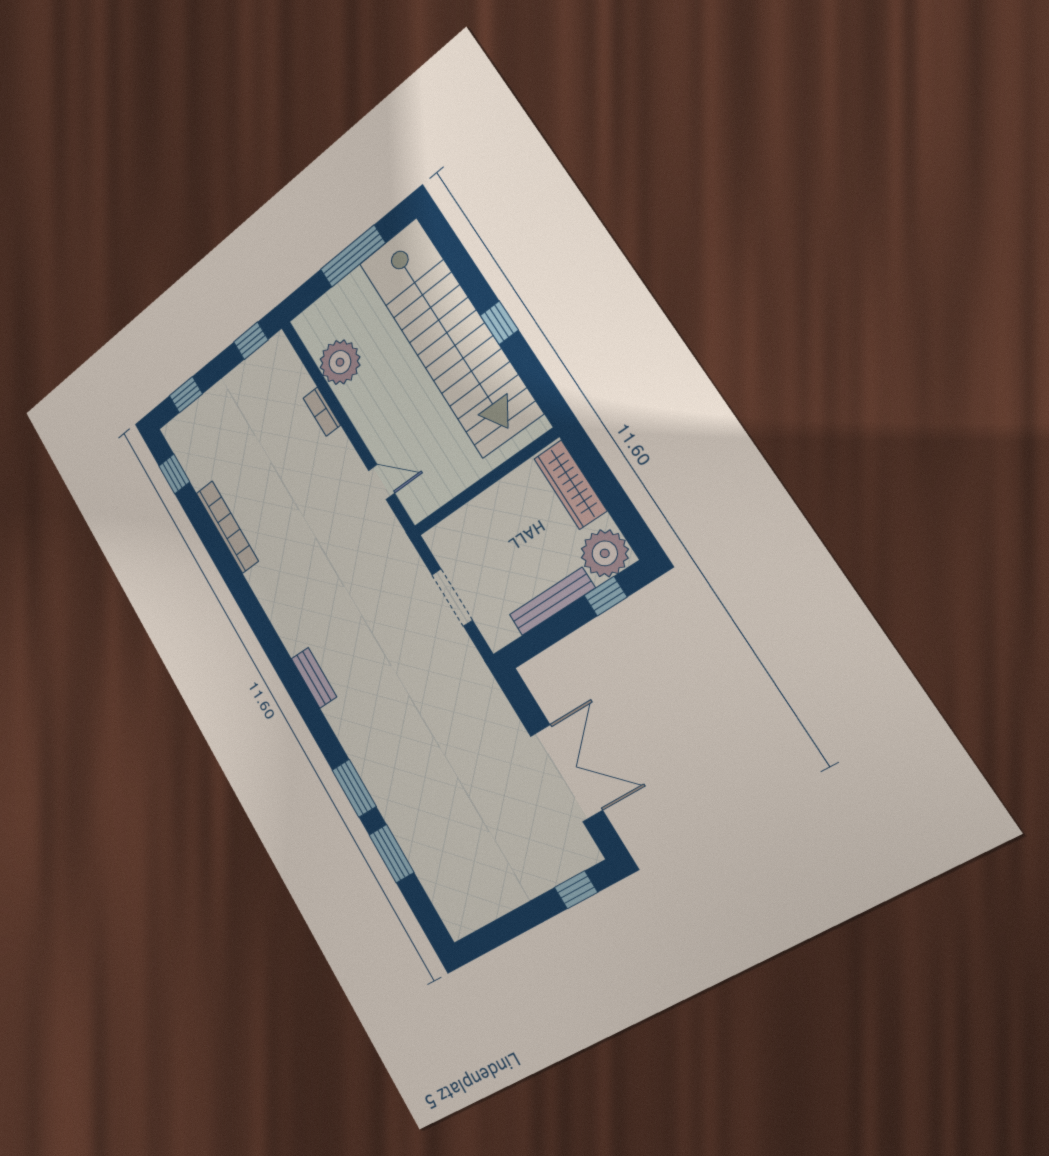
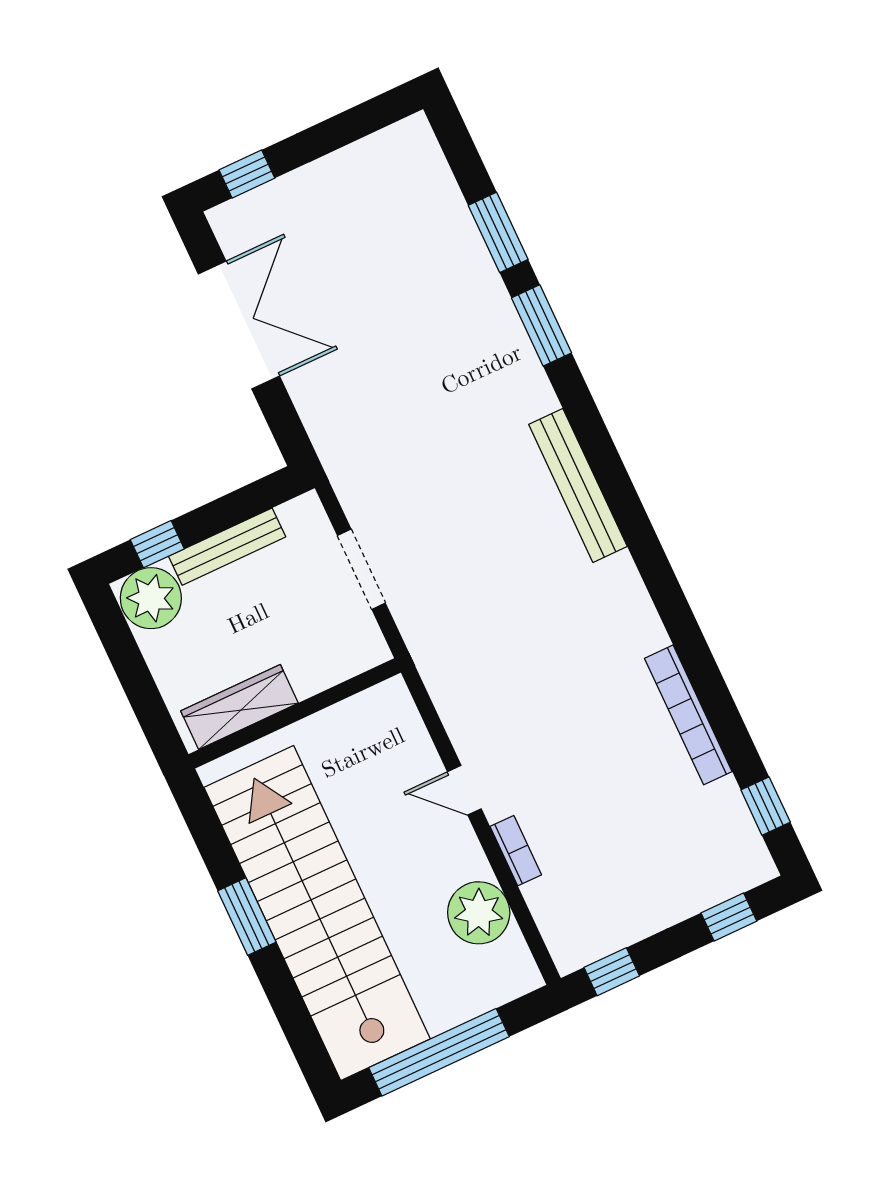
window: (353, 256) -> (439, 1052), width x1.46
window: (499, 323) -> (247, 916), width x1.50
door: (382, 482) -> (464, 790), moved
wardrobe: (570, 485) -> (239, 707), moved, turned -90
bench: (314, 678) -> (578, 485), width x1.86, depth x1.21
double door: (566, 773) -> (239, 325), swing flipped

